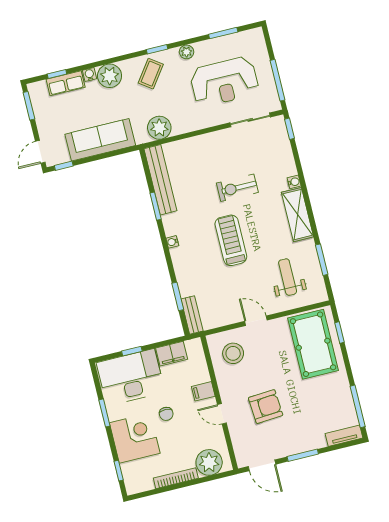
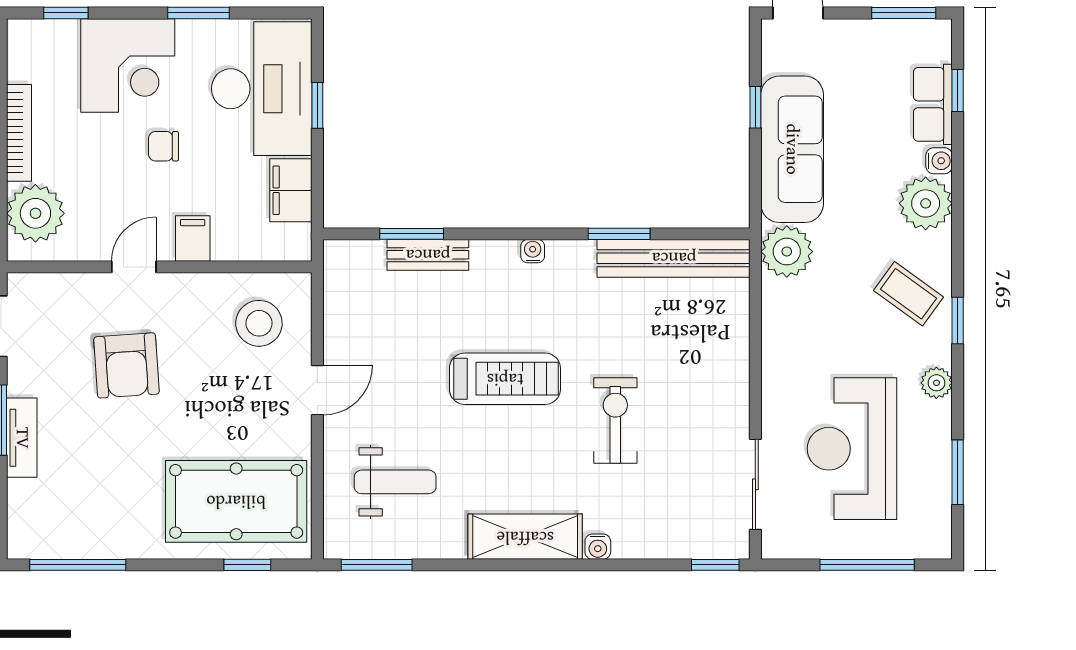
window: (278, 80) -> (867, 565), moved
plant: (159, 128) -> (787, 252), moved
window: (64, 166) -> (755, 107), moved
window: (322, 260) -> (377, 565), moved
bench: (192, 315) -> (428, 255), moved
tv unit: (344, 436) -> (22, 438), moved

